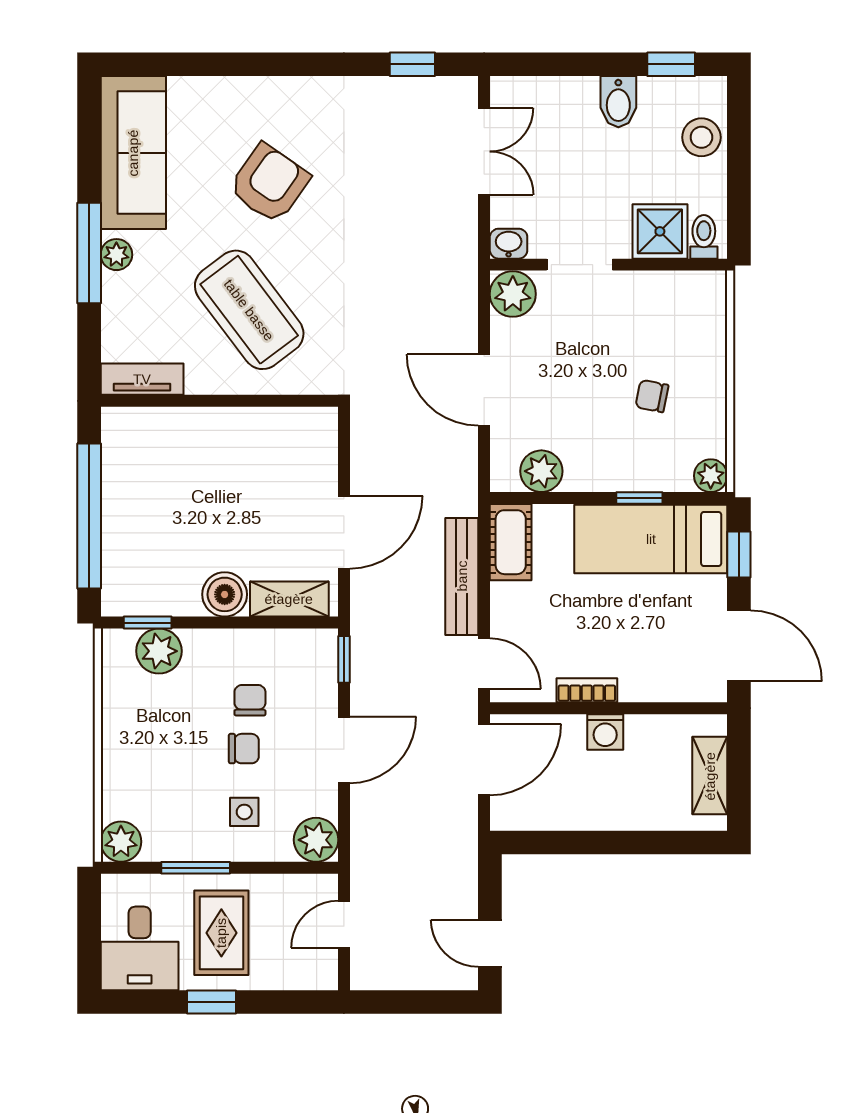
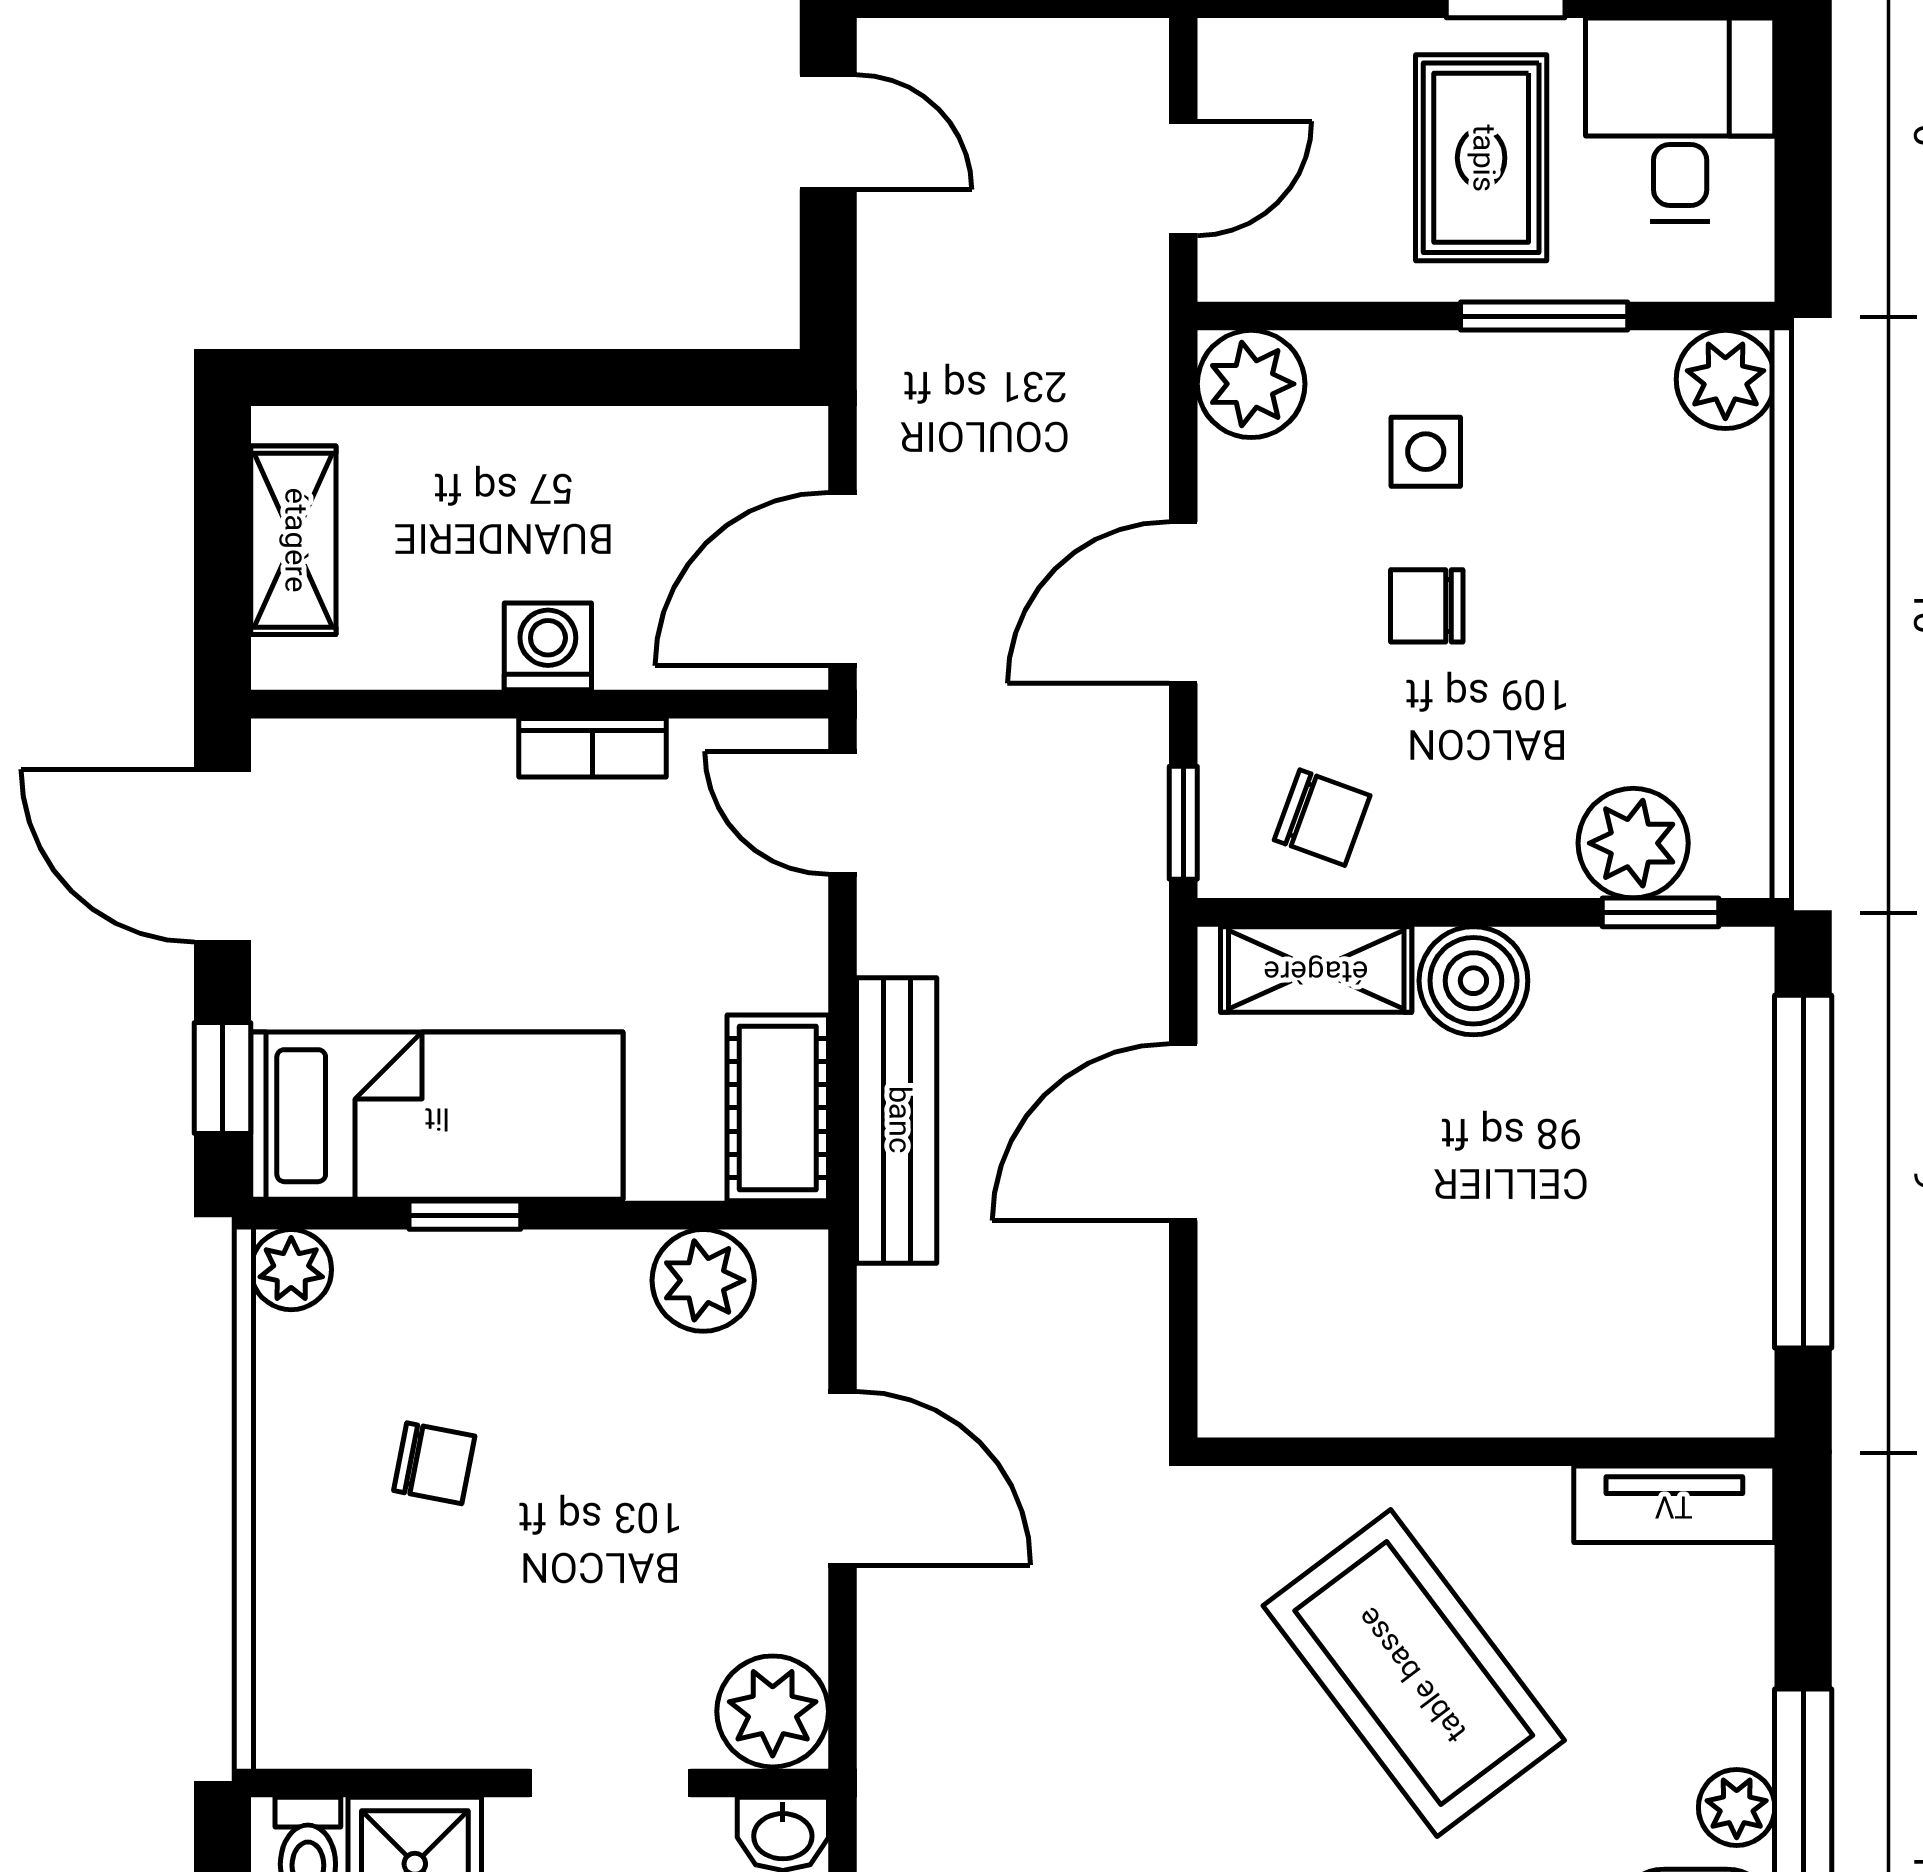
bench: (462, 576) -> (897, 1120), moved
chair: (250, 700) -> (1322, 818), moved, turned -70

